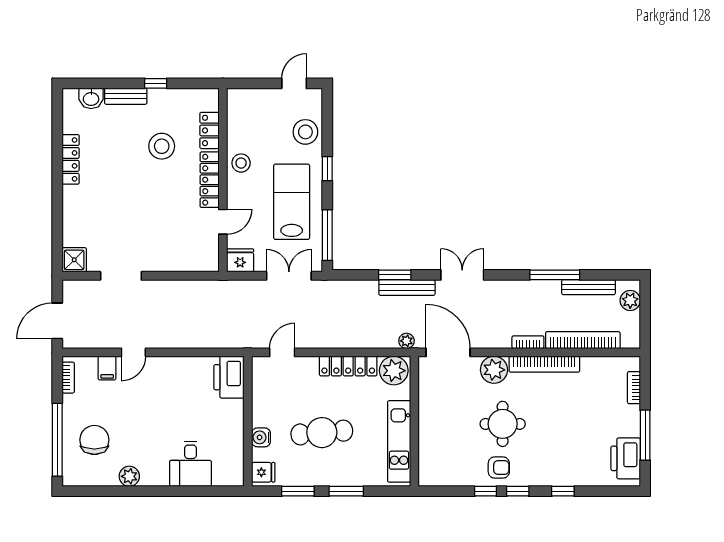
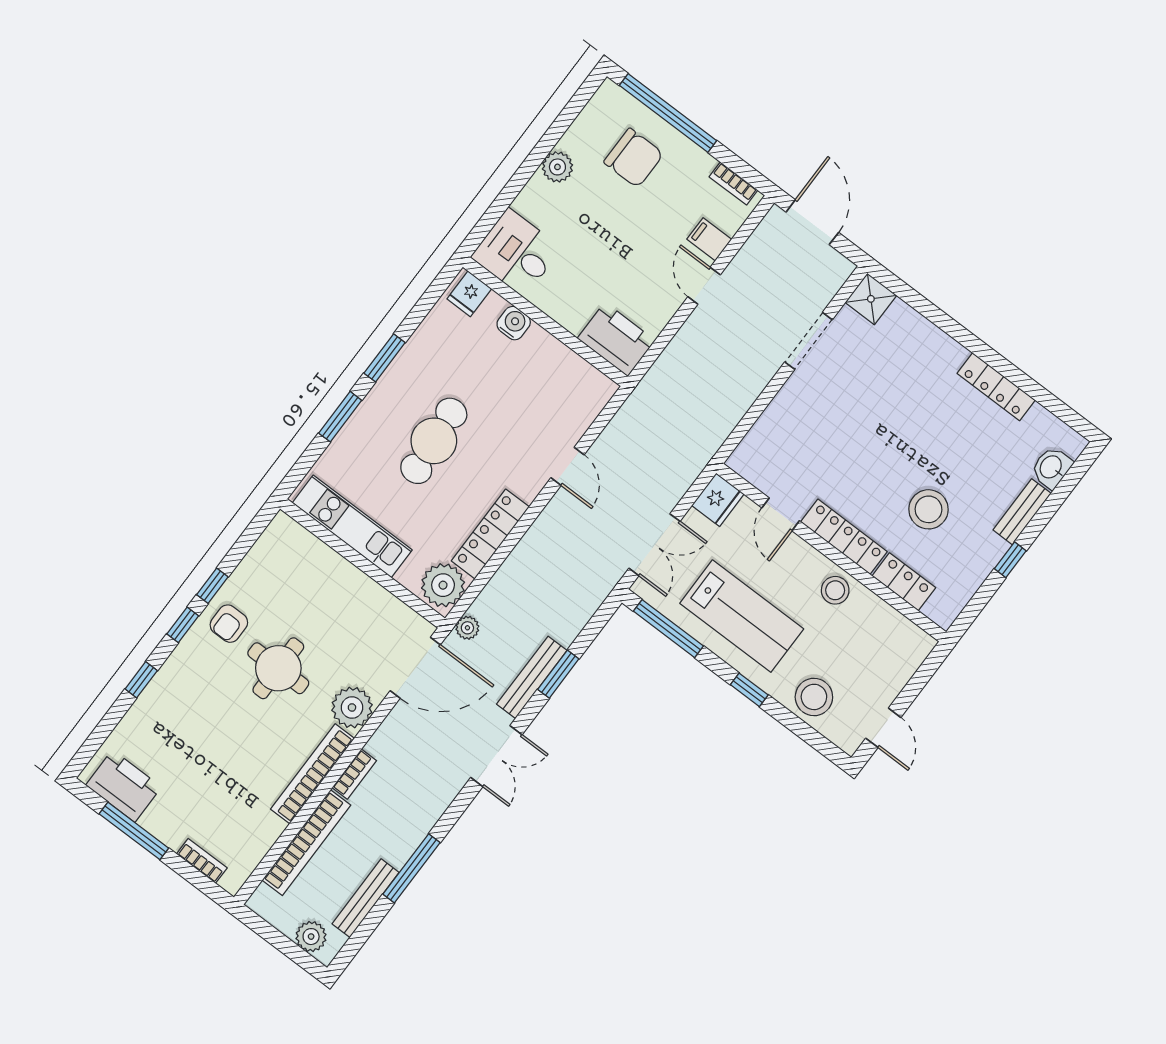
printer: (229, 377) -> (616, 339), moved
wall: (248, 421) -> (545, 322), moved
water cooler: (261, 437) -> (514, 323), moved
fridge: (263, 472) -> (469, 294), moved

